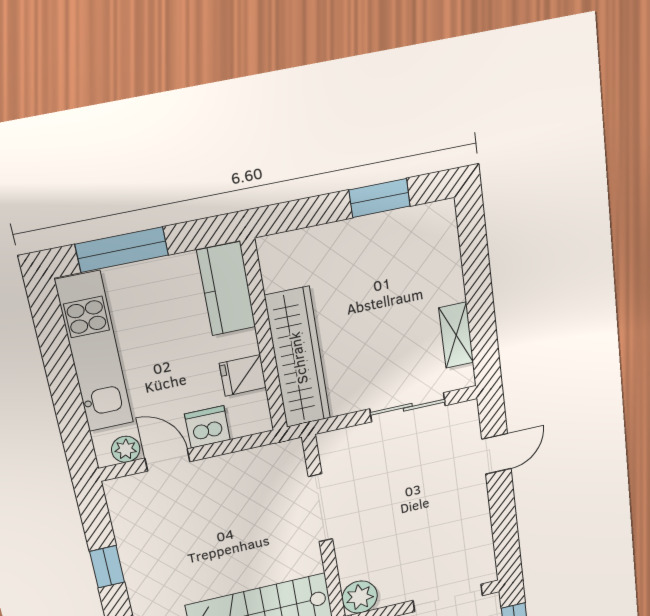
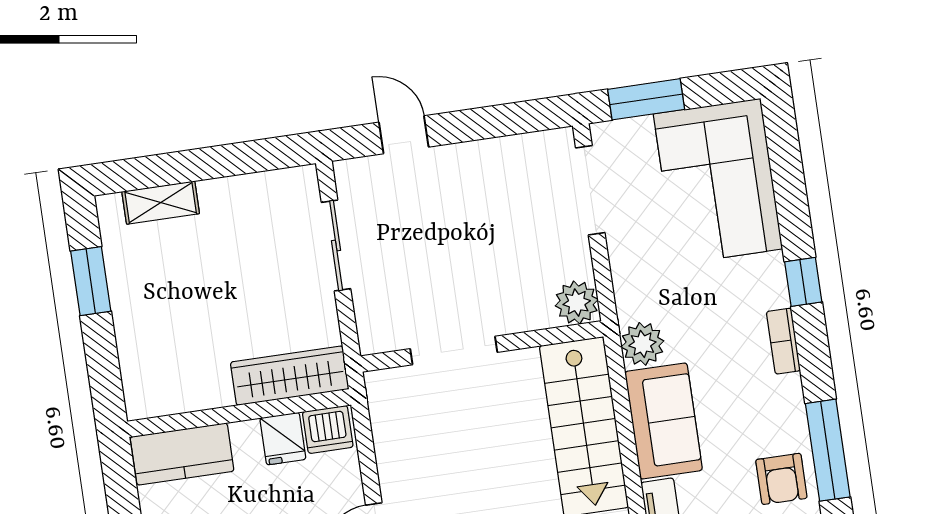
shelving: (456, 335) -> (161, 203), moved
wardrobe: (298, 358) -> (290, 376), width x0.71, depth x0.85
dishwasher: (207, 427) -> (328, 429), moved, turned -90

